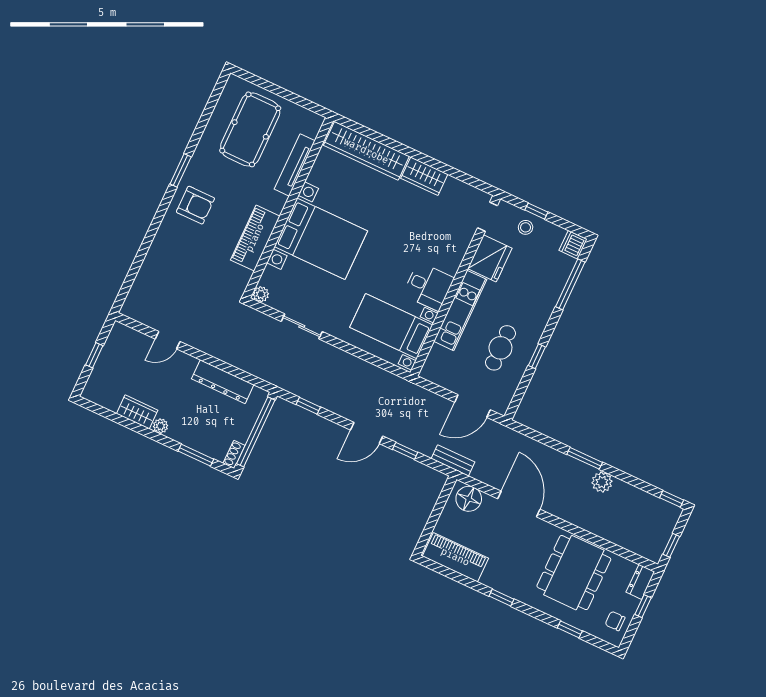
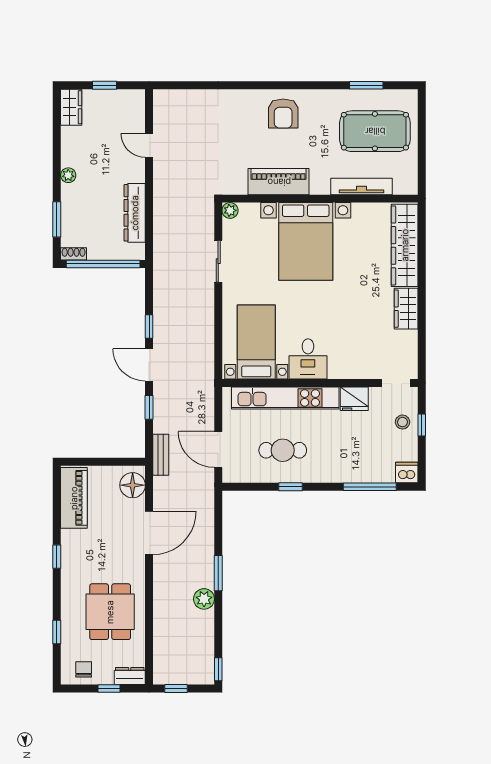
window: (181, 170) -> (366, 85), moved
fridge: (490, 258) -> (354, 399), width x0.73, depth x0.75
kitchen unit: (460, 310) -> (285, 398), width x1.36
window: (308, 406) -> (149, 326), moved
wardrobe: (137, 412) -> (71, 107), moved
dining table: (574, 573) -> (110, 612), width x0.73

